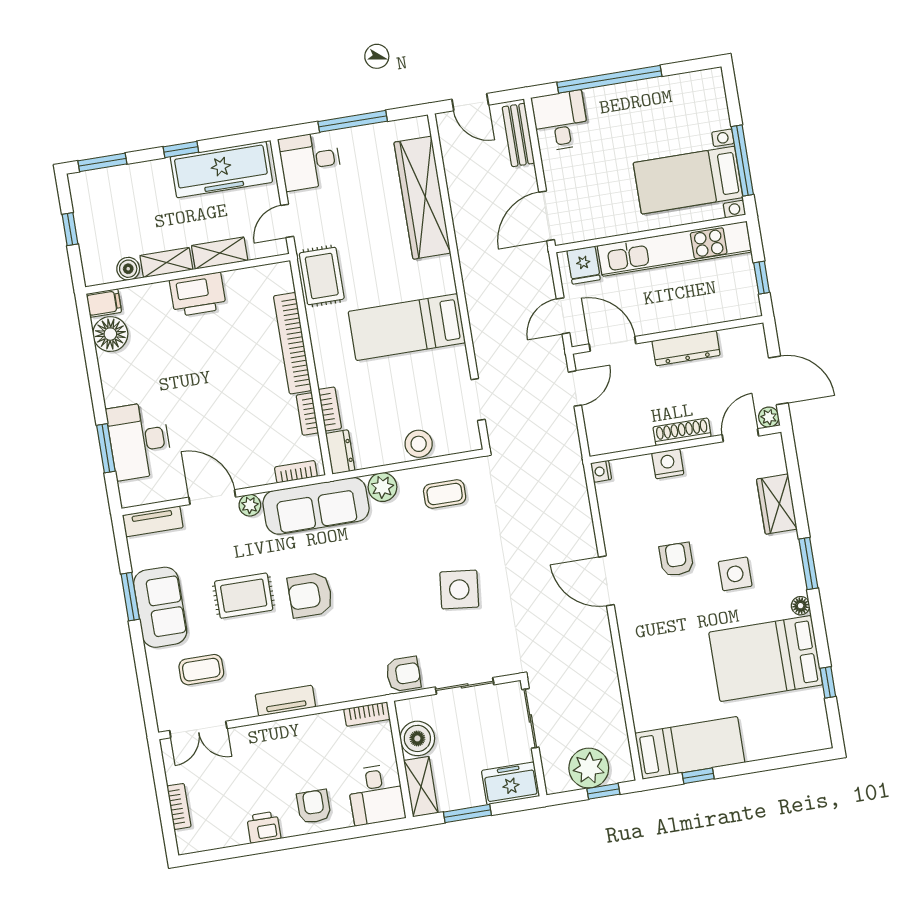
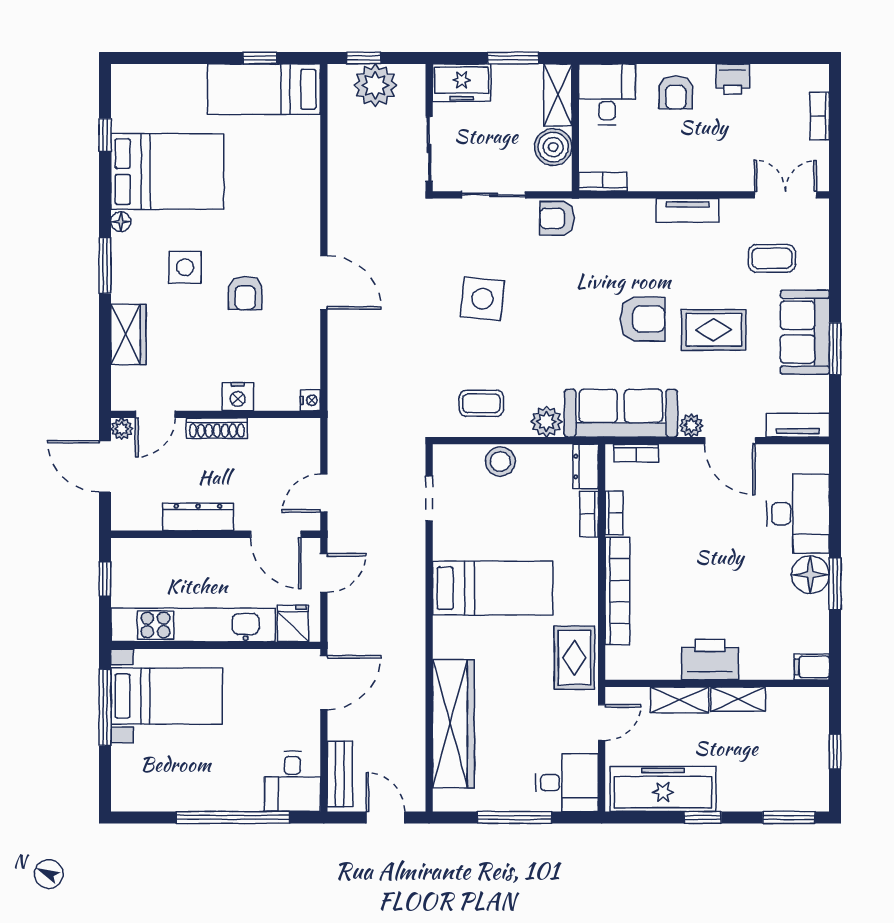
boiler: (128, 269) -> (780, 699), removed
floor lamp: (110, 334) -> (810, 575), moved
window: (106, 448) -> (835, 584), moved

